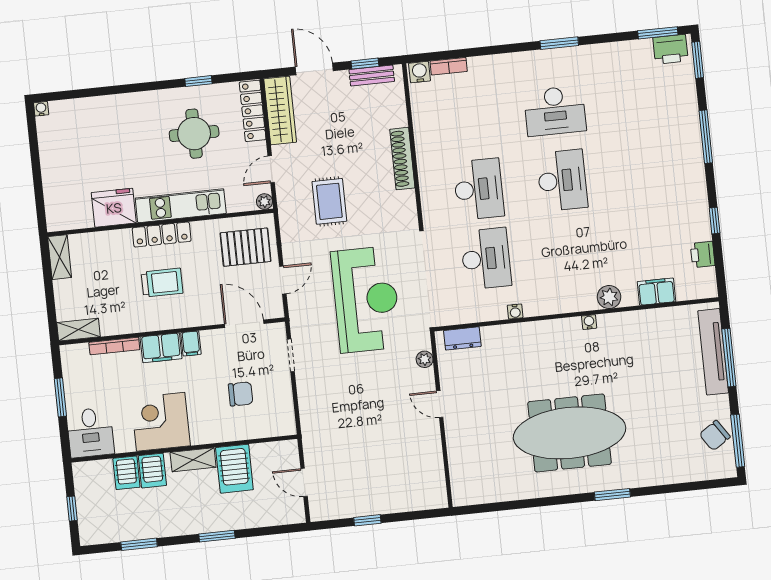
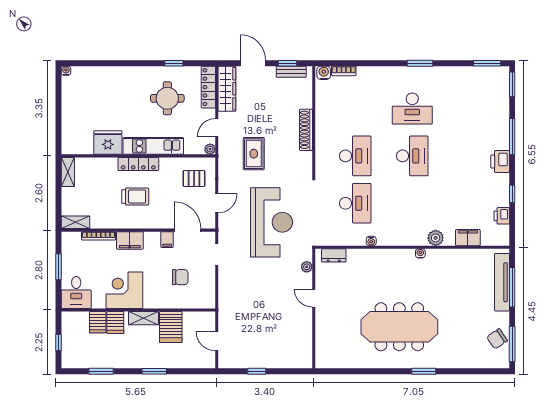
printer: (671, 49) -> (500, 162), moved, turned 90
pallet: (246, 247) -> (194, 179), width x0.67, depth x0.71
filing cabinet: (191, 343) -> (167, 240), moved

